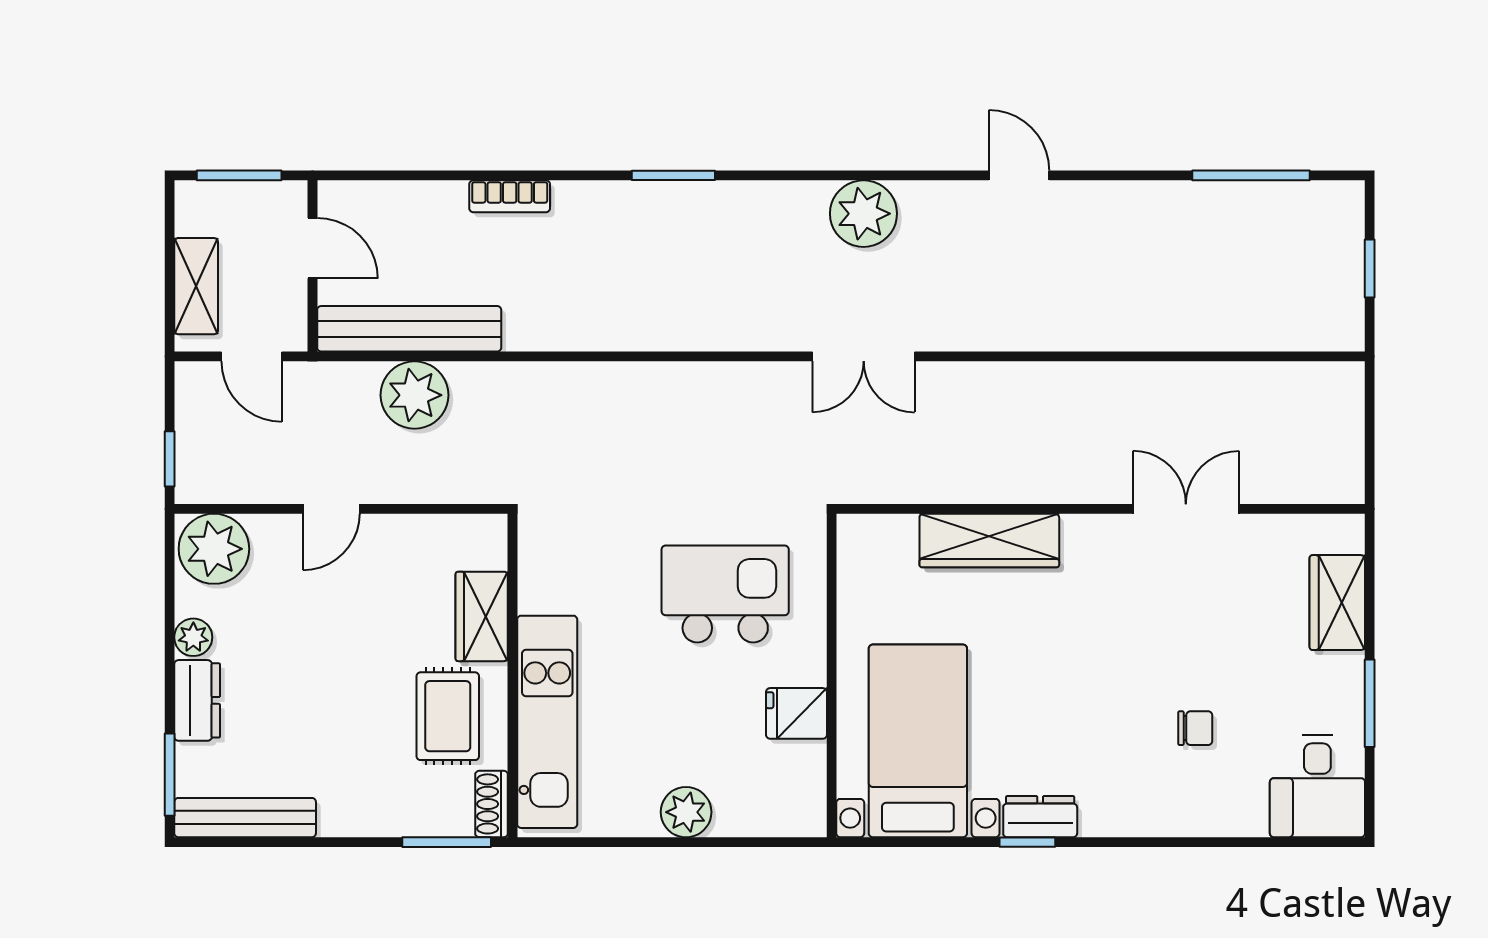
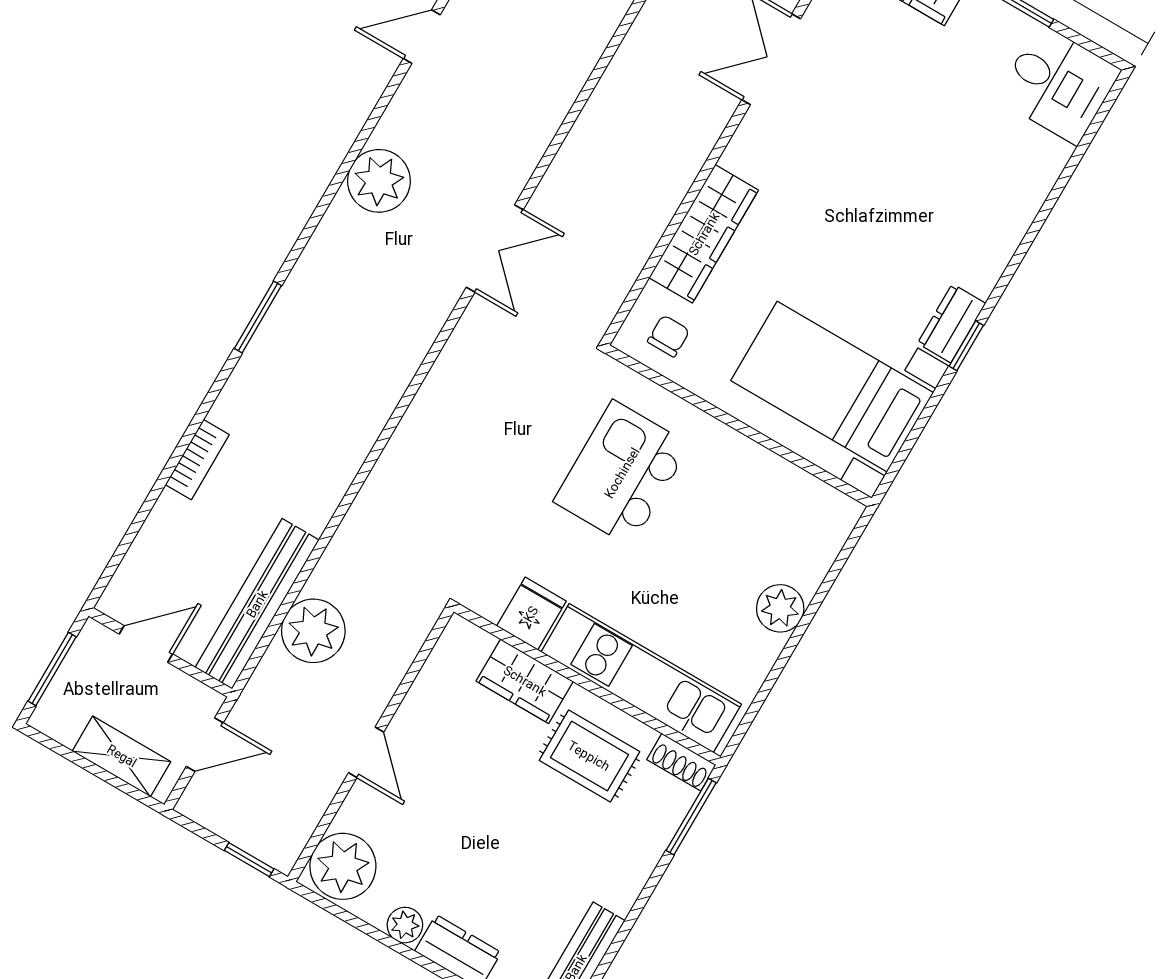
fridge: (796, 713) -> (531, 614), moved, turned 180
chair: (1195, 728) -> (669, 336), moved

